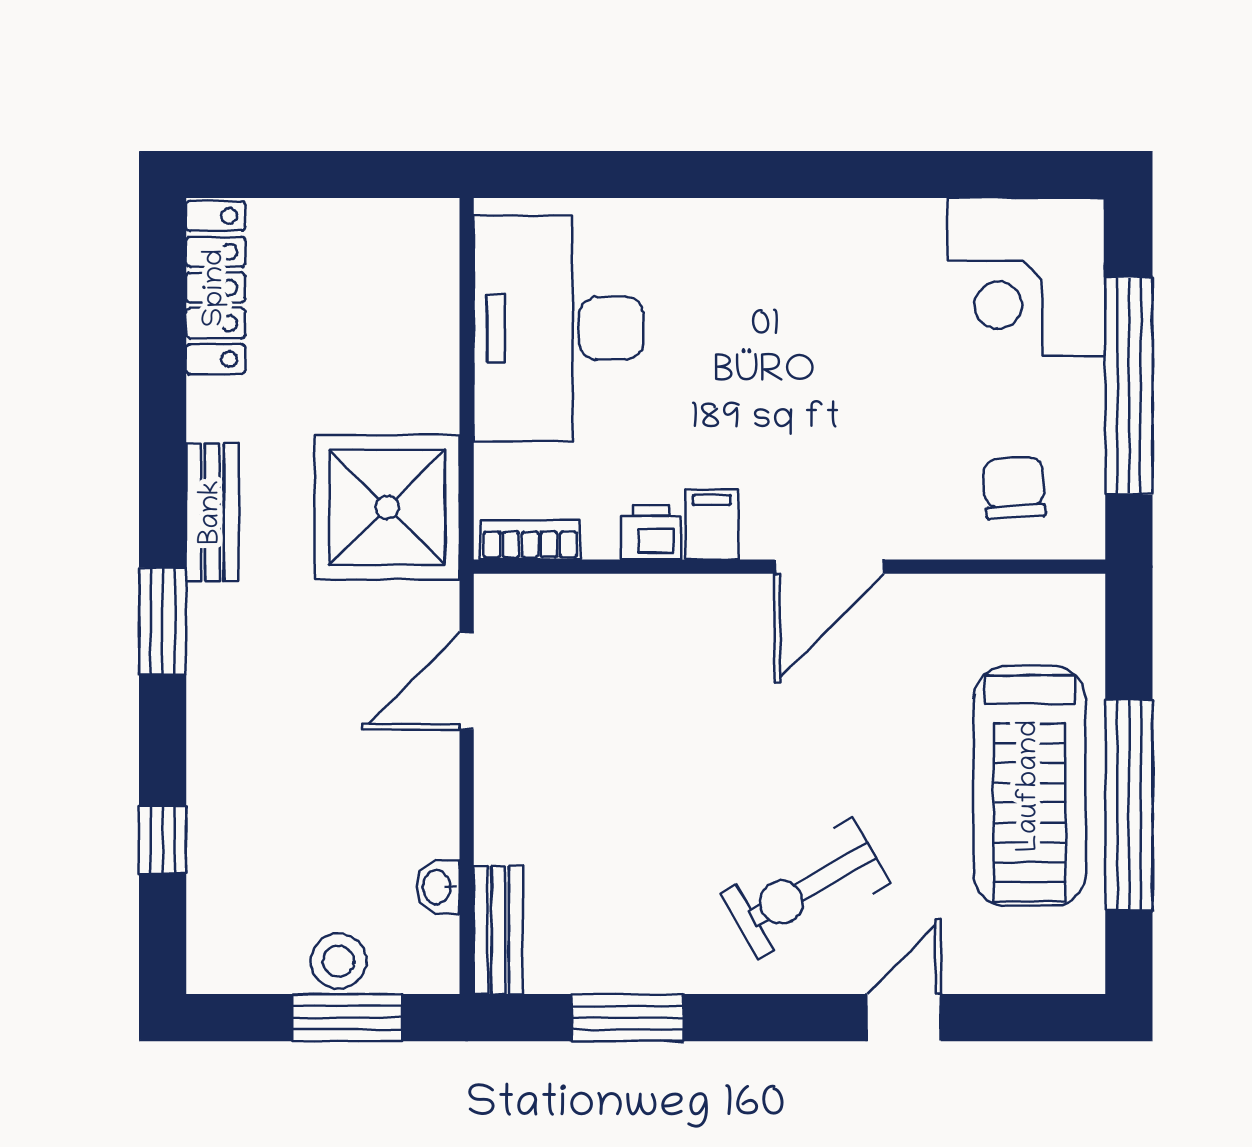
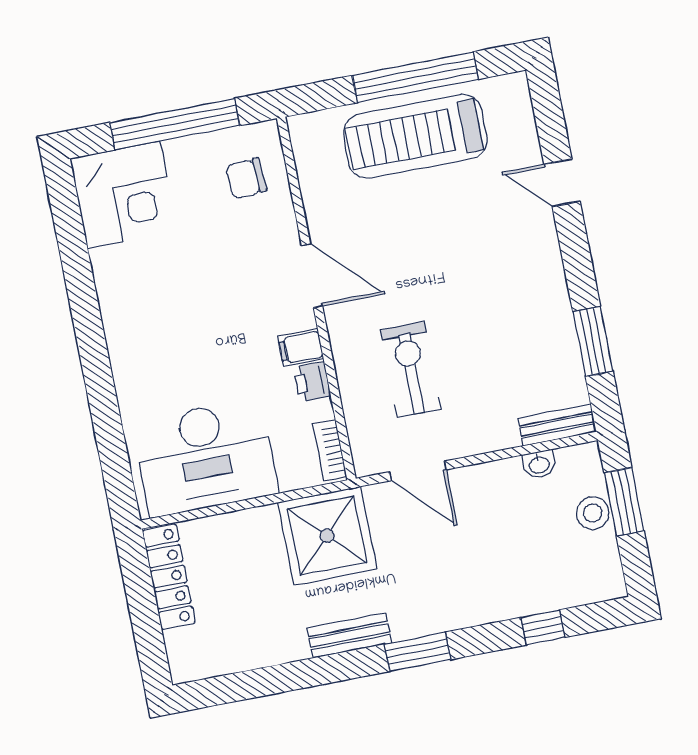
locker: (216, 288) -> (169, 577), moved, turned 90
treadmill: (1030, 786) -> (415, 136), turned 180
exercise bike: (805, 888) -> (411, 369), moved, turned -150

